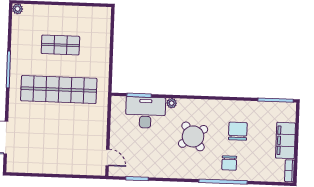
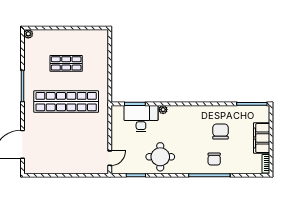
round table: (193, 136) -> (160, 157), moved, turned 36
door: (107, 157) -> (110, 158), hinge flipped

